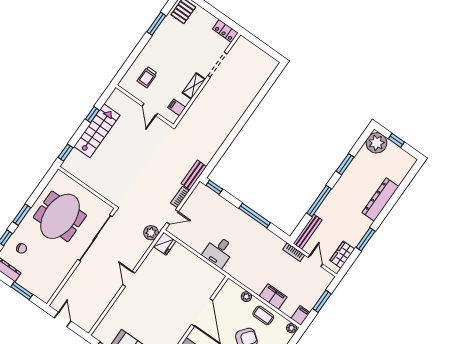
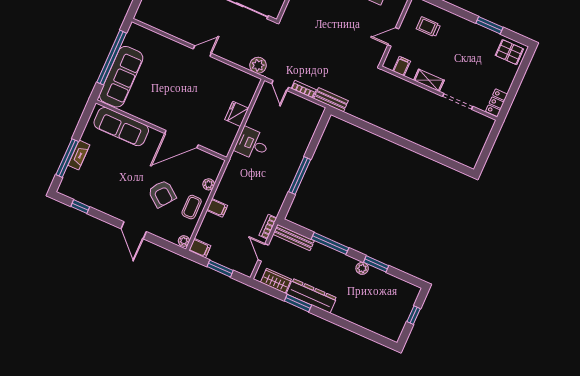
plant: (377, 143) -> (362, 268), moved, width x0.53, depth x0.53
window: (214, 187) -> (322, 125), removed
dresser: (380, 200) -> (311, 296), moved
fridge: (165, 244) -> (237, 114), moved, turned 90
door: (315, 261) -> (263, 252), swing flipped
filing cabinet: (273, 297) -> (217, 208), width x0.50

